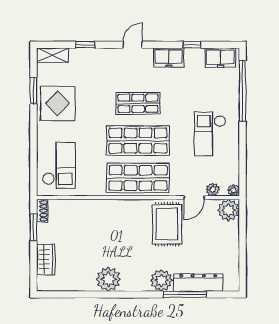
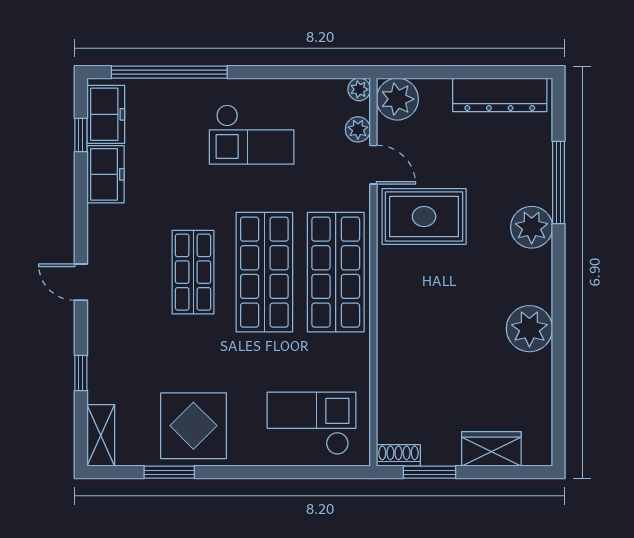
window: (192, 45) -> (81, 135), moved
freezer: (169, 58) -> (105, 174), moved
dresser: (198, 283) -> (500, 95), moved, turned -90

